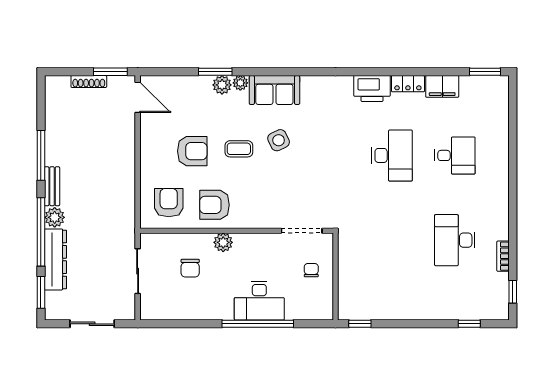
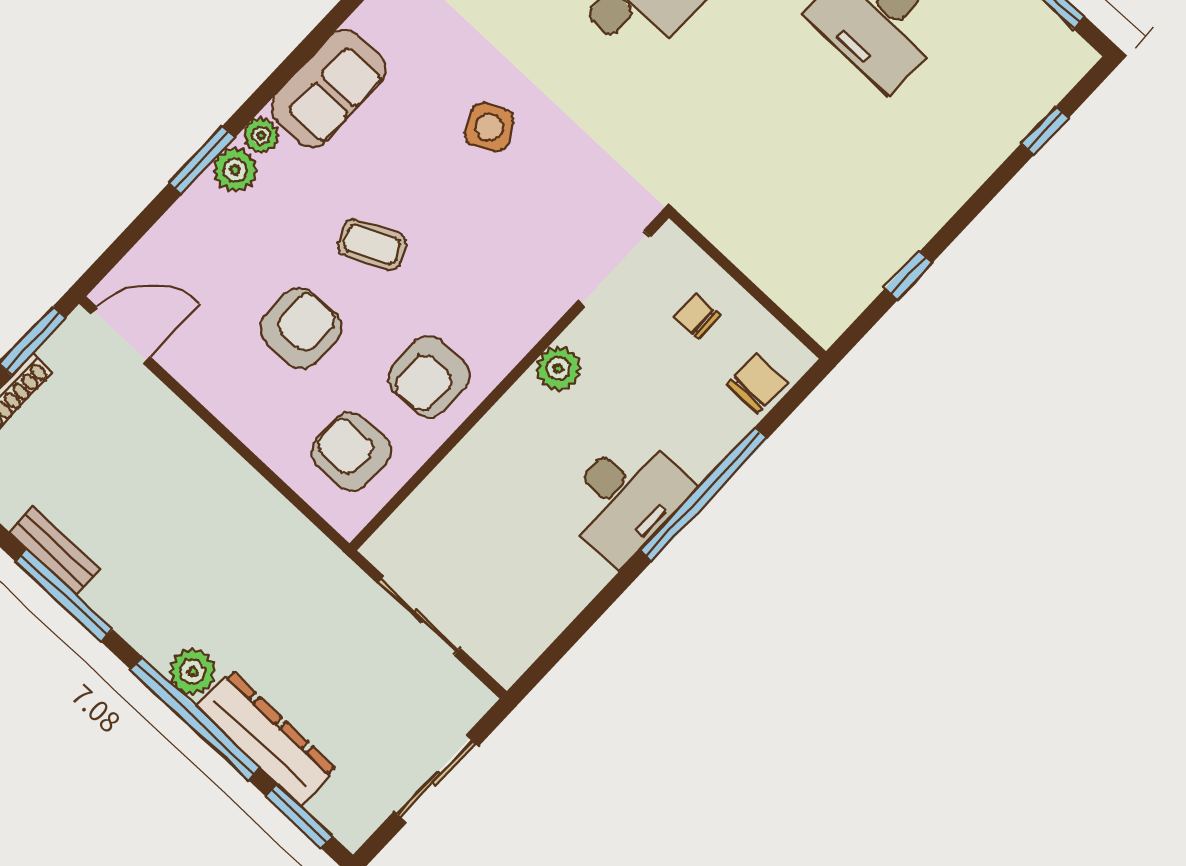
side table: (279, 140) -> (489, 127), moved
coffee table: (239, 149) -> (372, 244), turned 65
bench: (52, 186) -> (55, 551), moved
plant: (223, 242) -> (558, 369), moved
chair: (190, 268) -> (757, 383), moved, turned -90
desk: (259, 301) -> (625, 497), moved
window: (360, 324) -> (909, 276), moved

